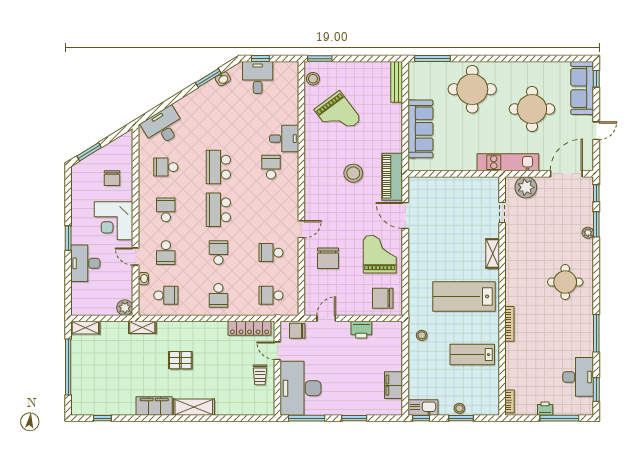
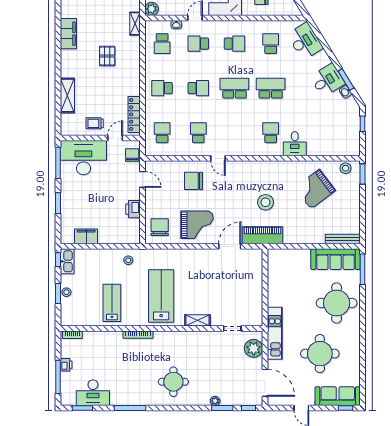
desk: (258, 78) -> (328, 80), moved, turned -32
sofa: (420, 129) -> (336, 259), moved
school desk: (271, 167) -> (271, 133), turned -90
shelving: (194, 407) -> (67, 95), moved

